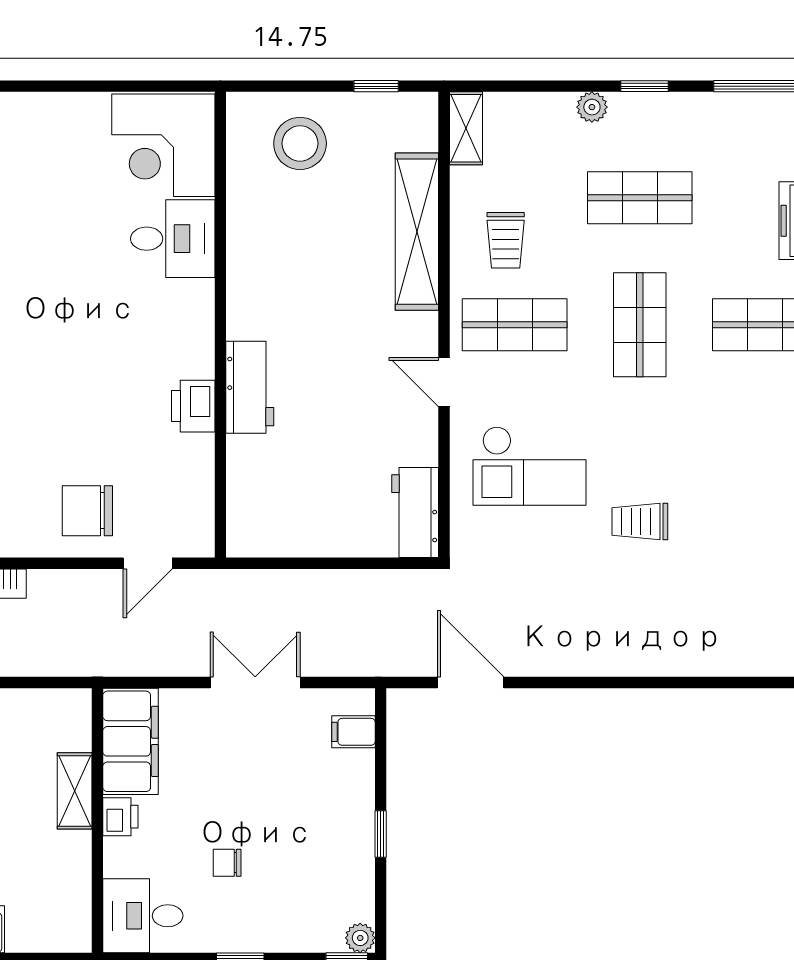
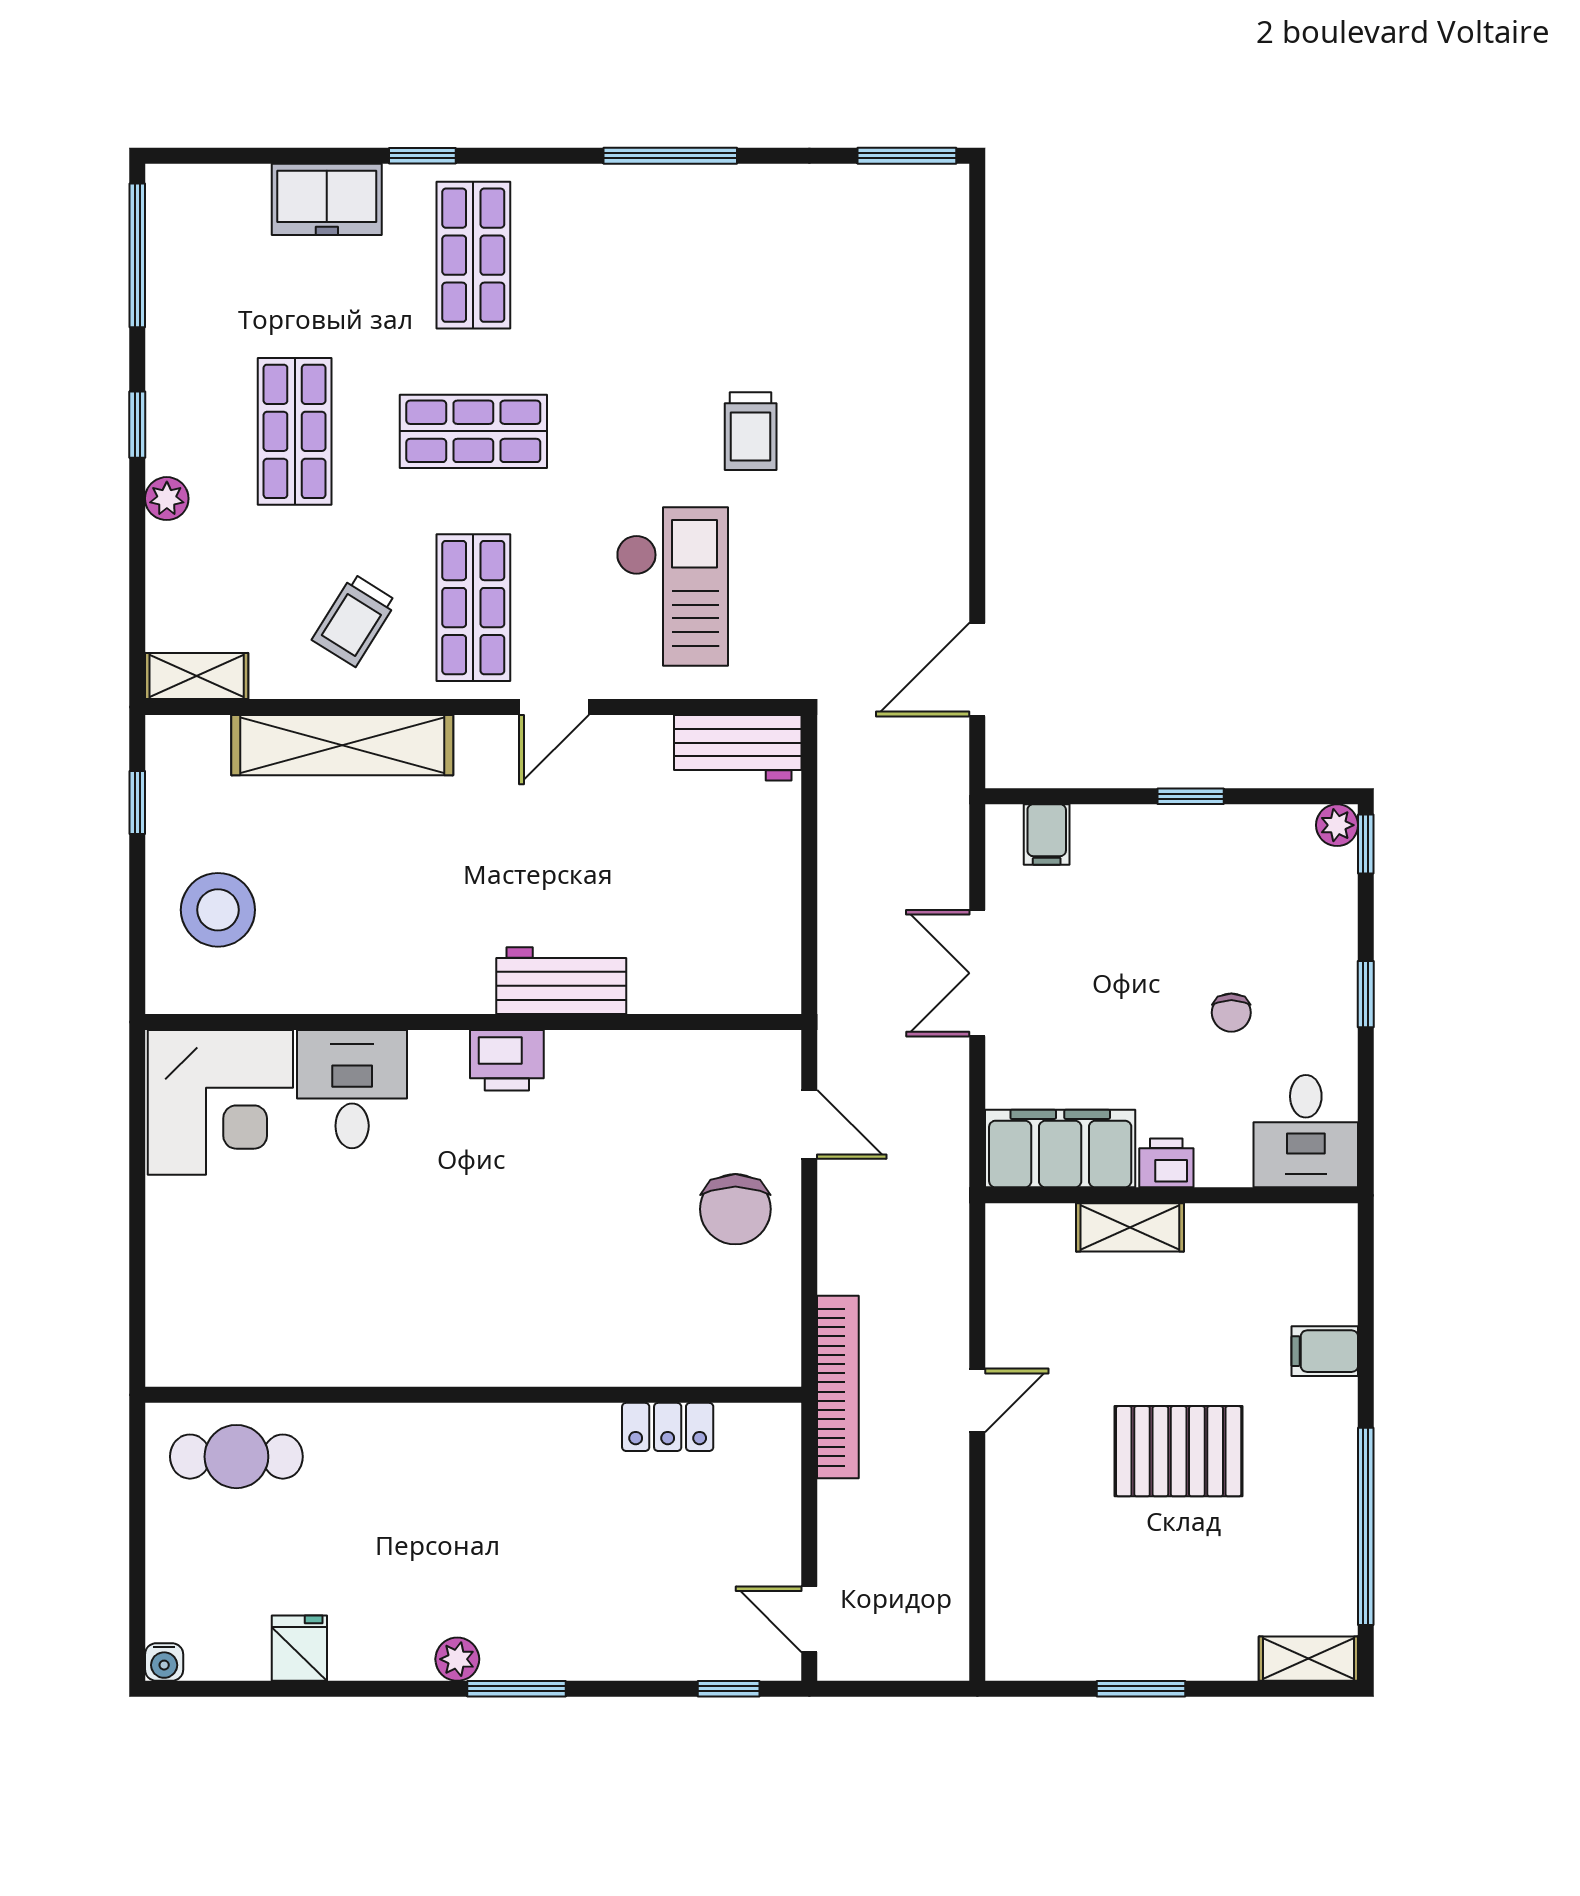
trolley: (506, 240) -> (354, 620), turned 122
printer: (193, 406) -> (507, 1060), moved

